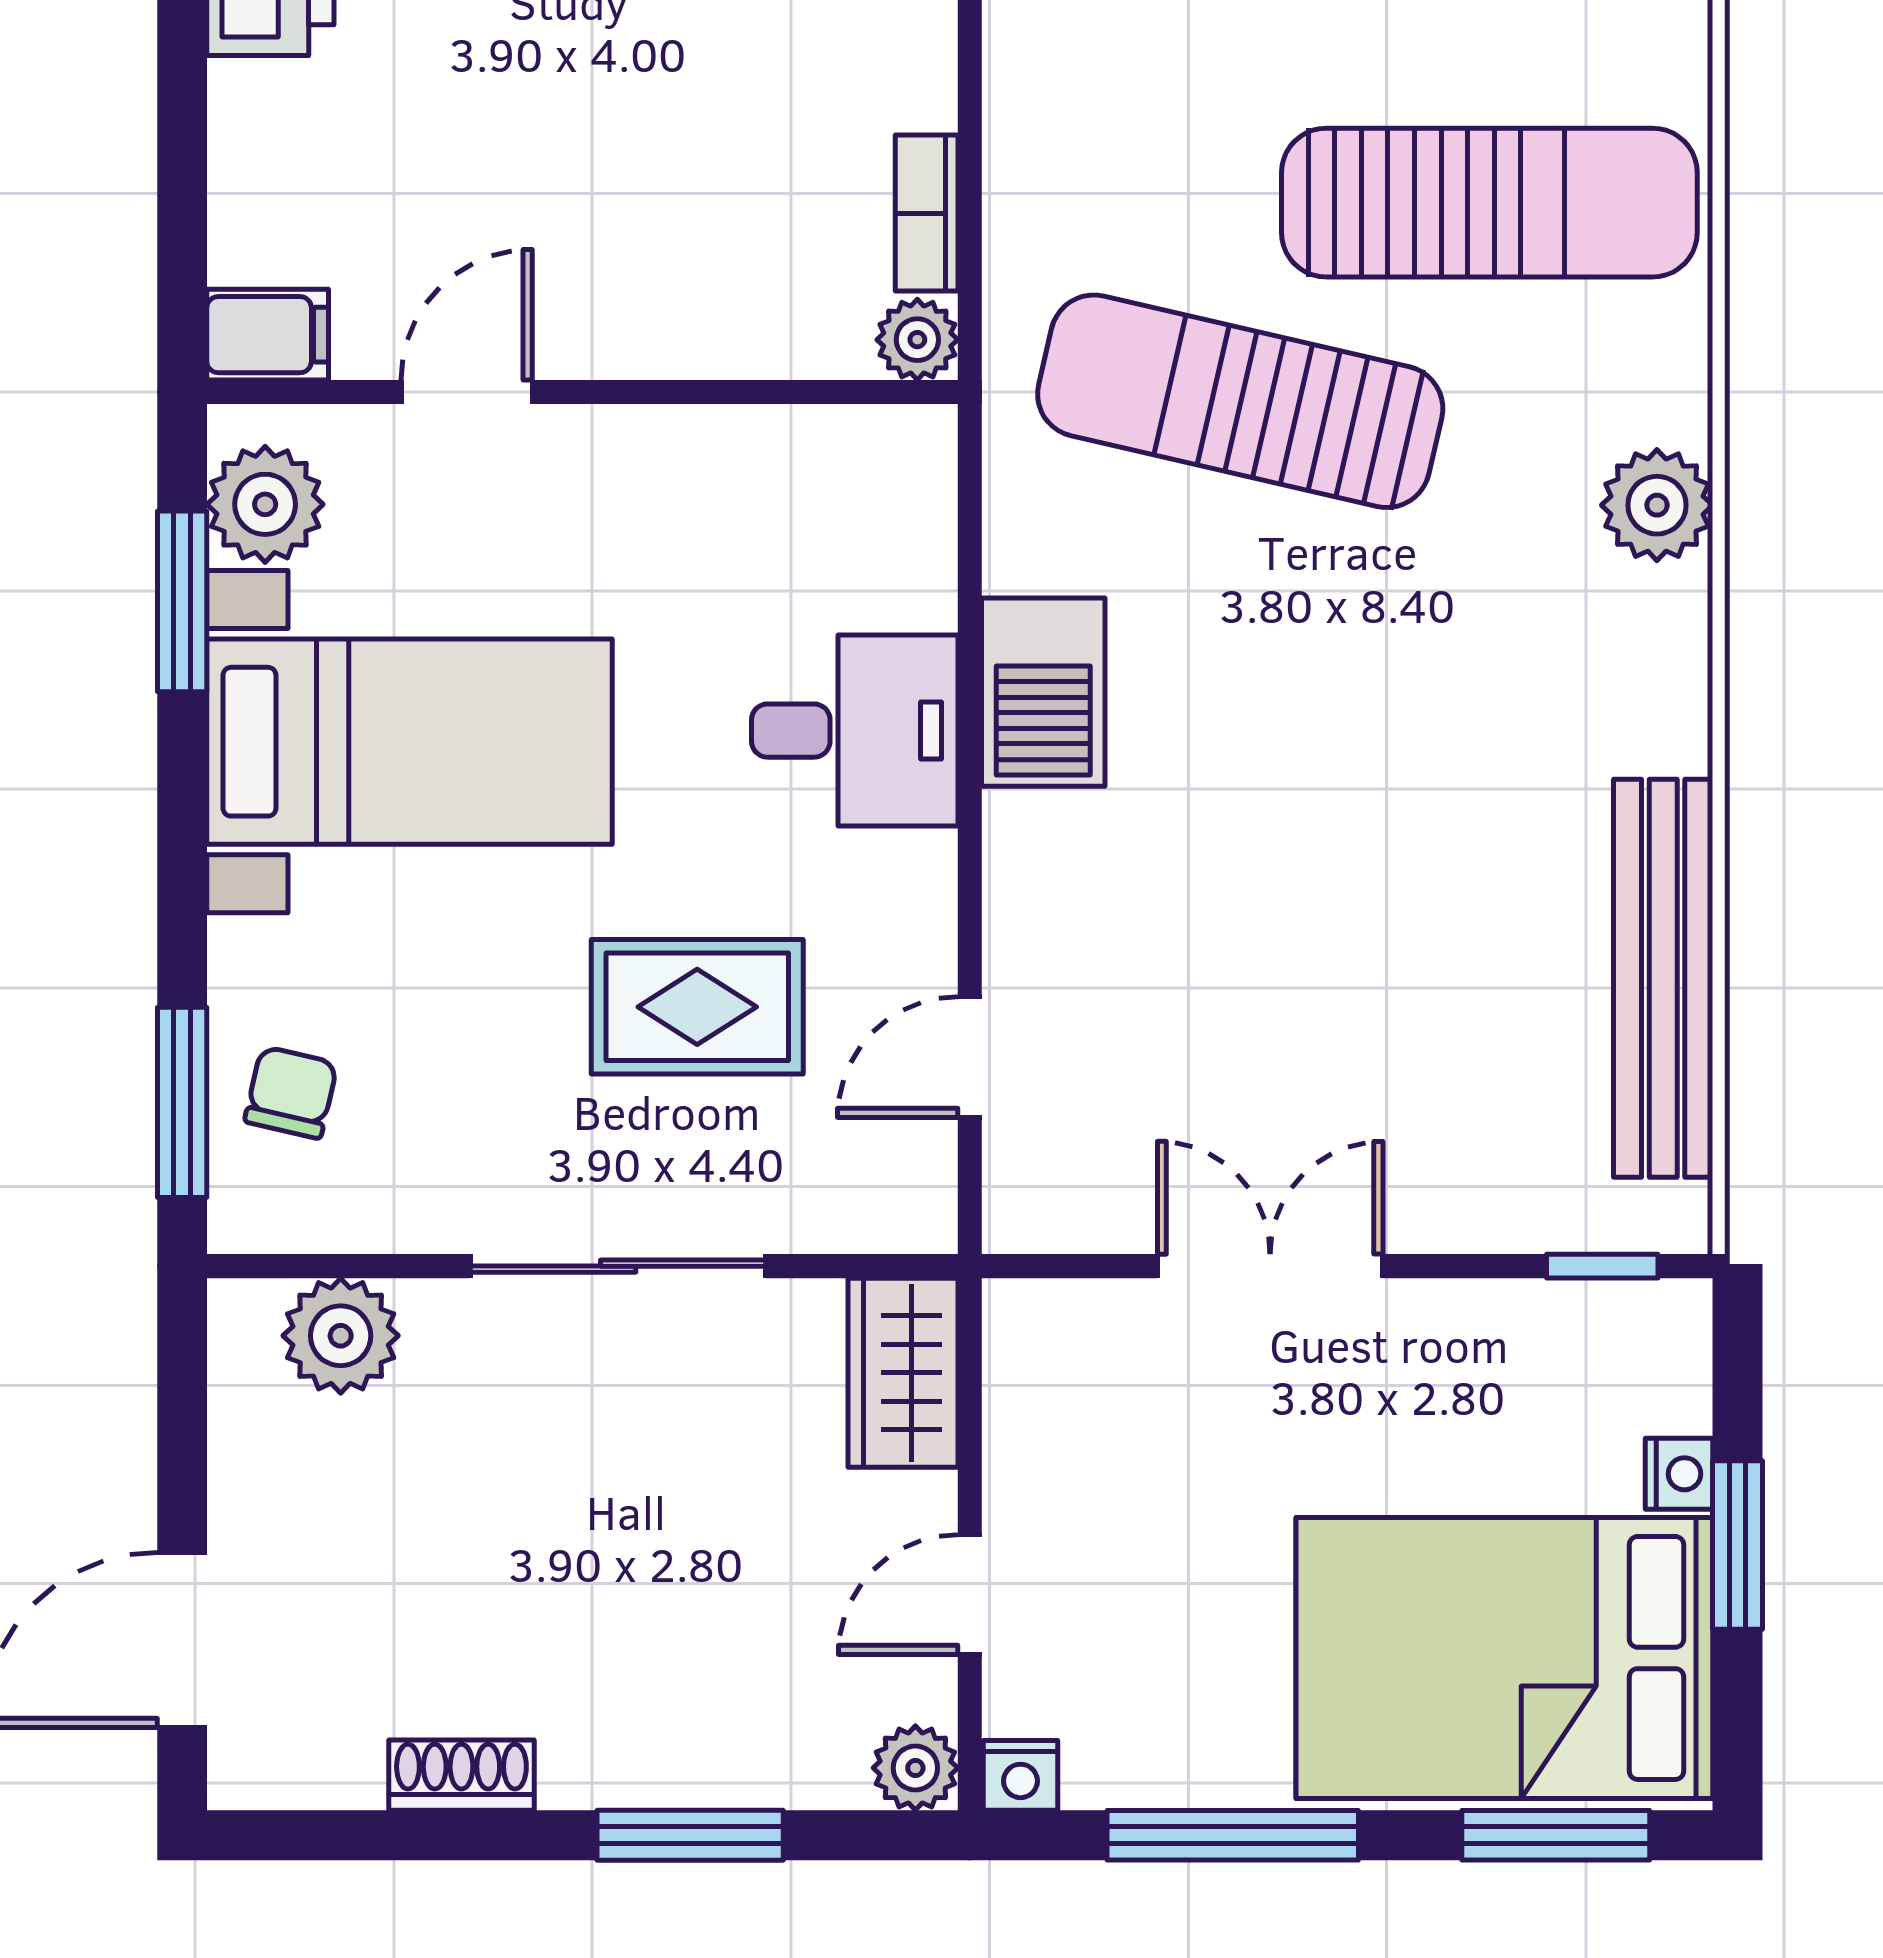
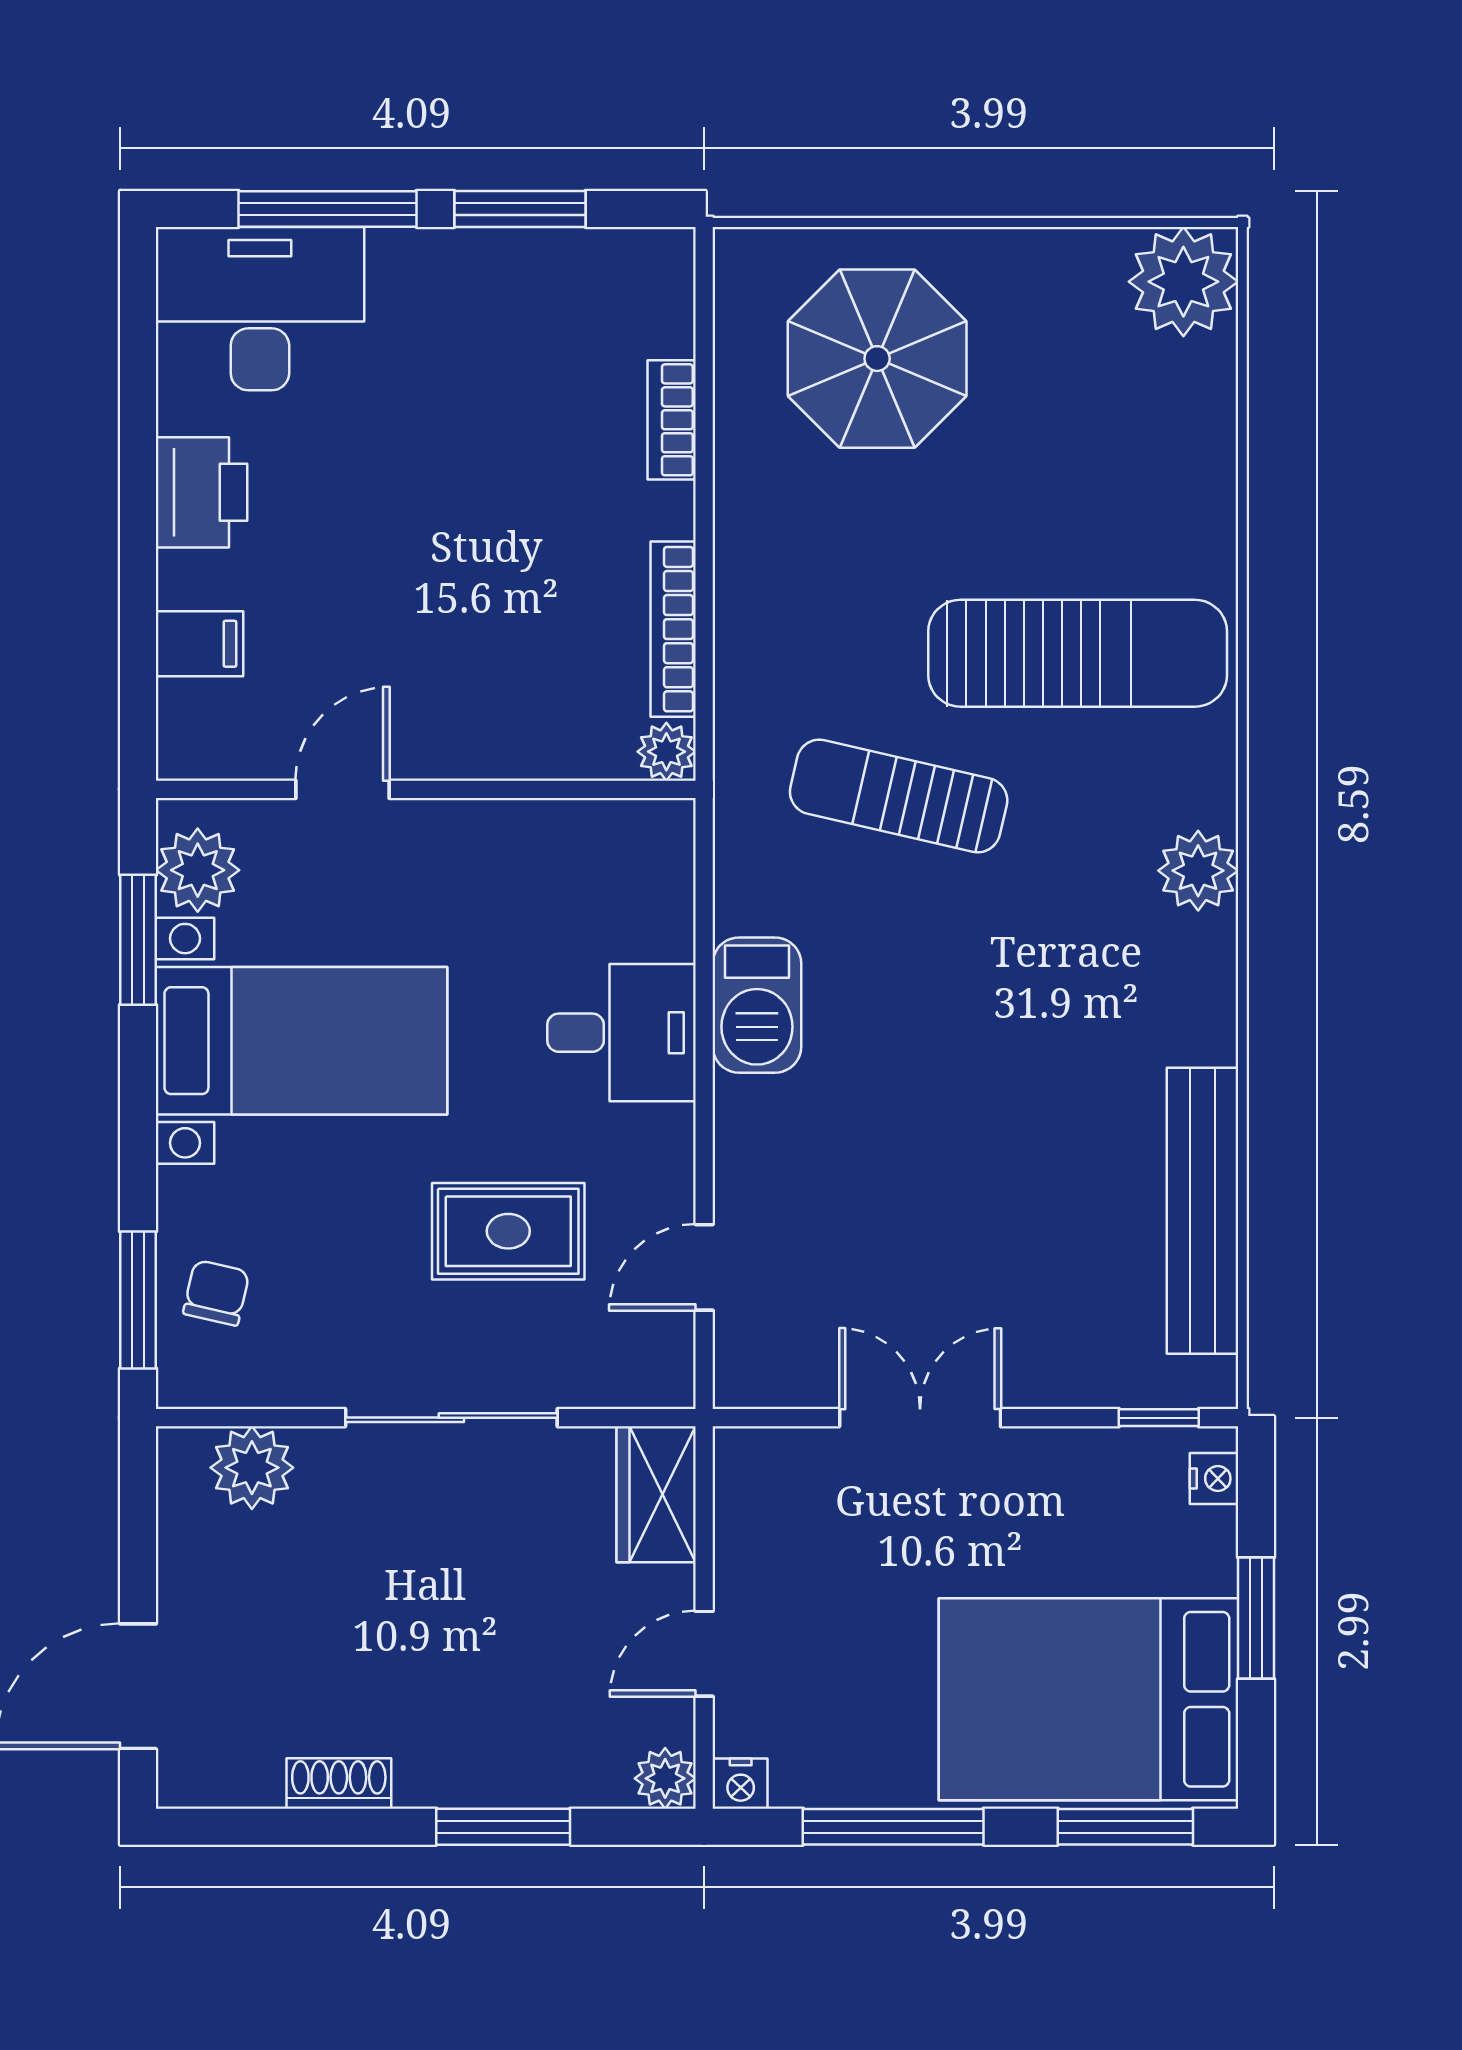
bookcase: (927, 213) -> (673, 629), width x1.56
filing cabinet: (268, 335) -> (199, 644), moved
sun lounger: (1240, 401) -> (899, 796), width x0.73, depth x0.75
nightstand: (1679, 1474) -> (1214, 1479), moved

